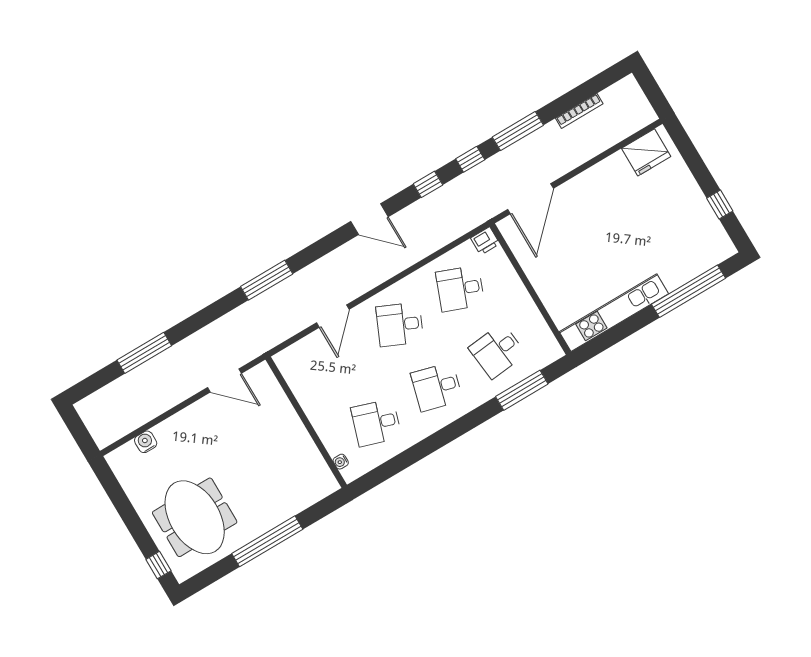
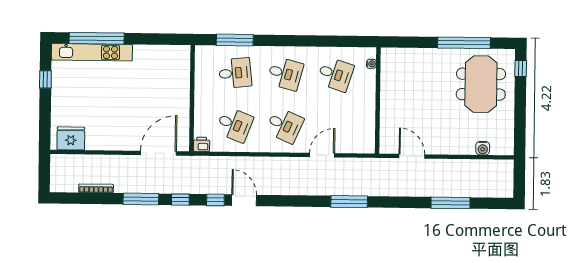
door: (369, 219) -> (244, 200), moved
kitchen unit: (614, 313) -> (92, 52), moved
window: (267, 541) -> (464, 43), moved

